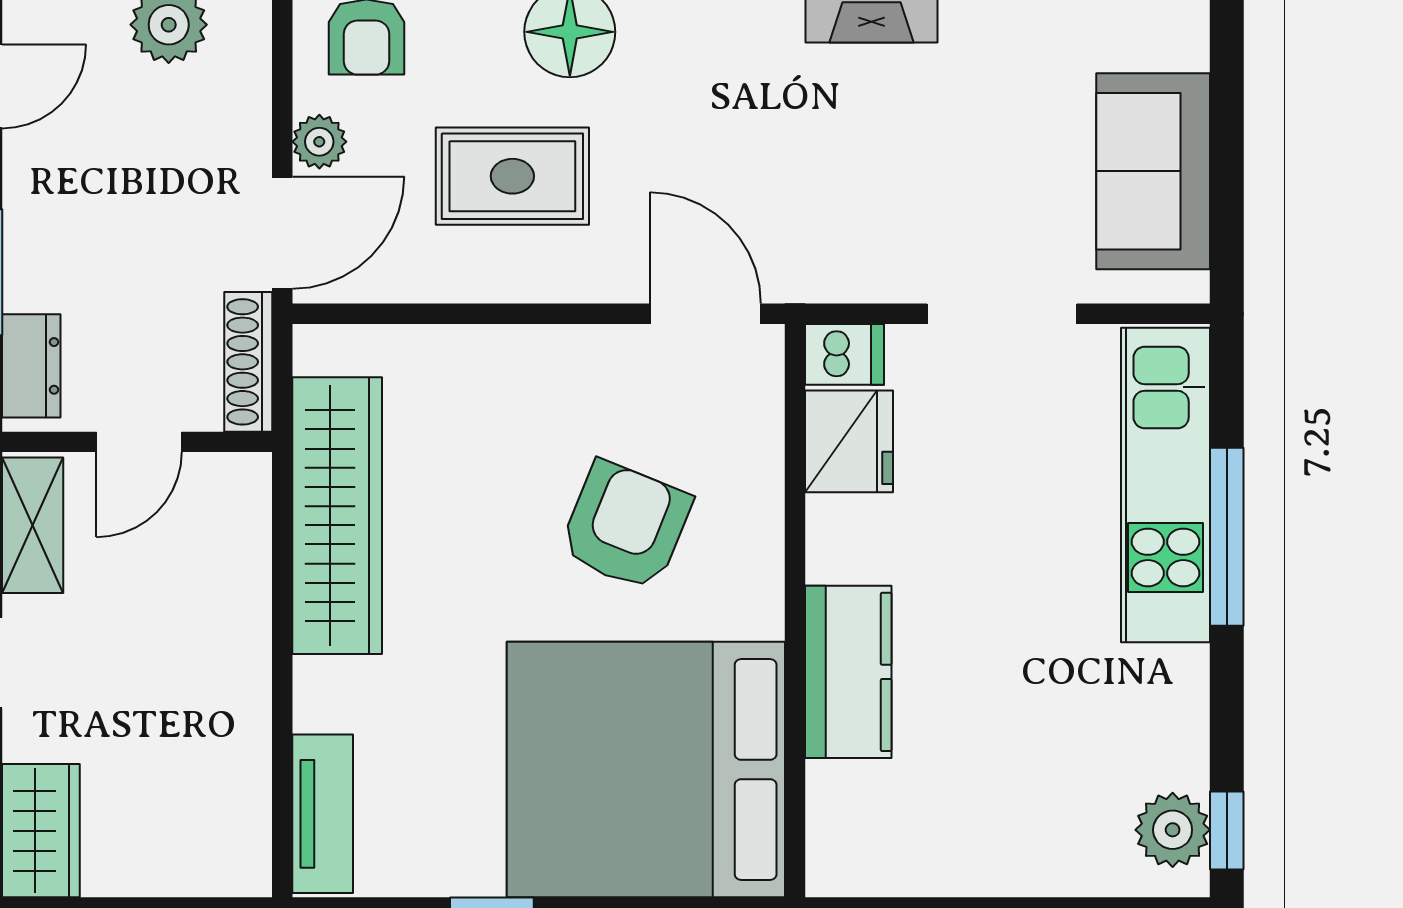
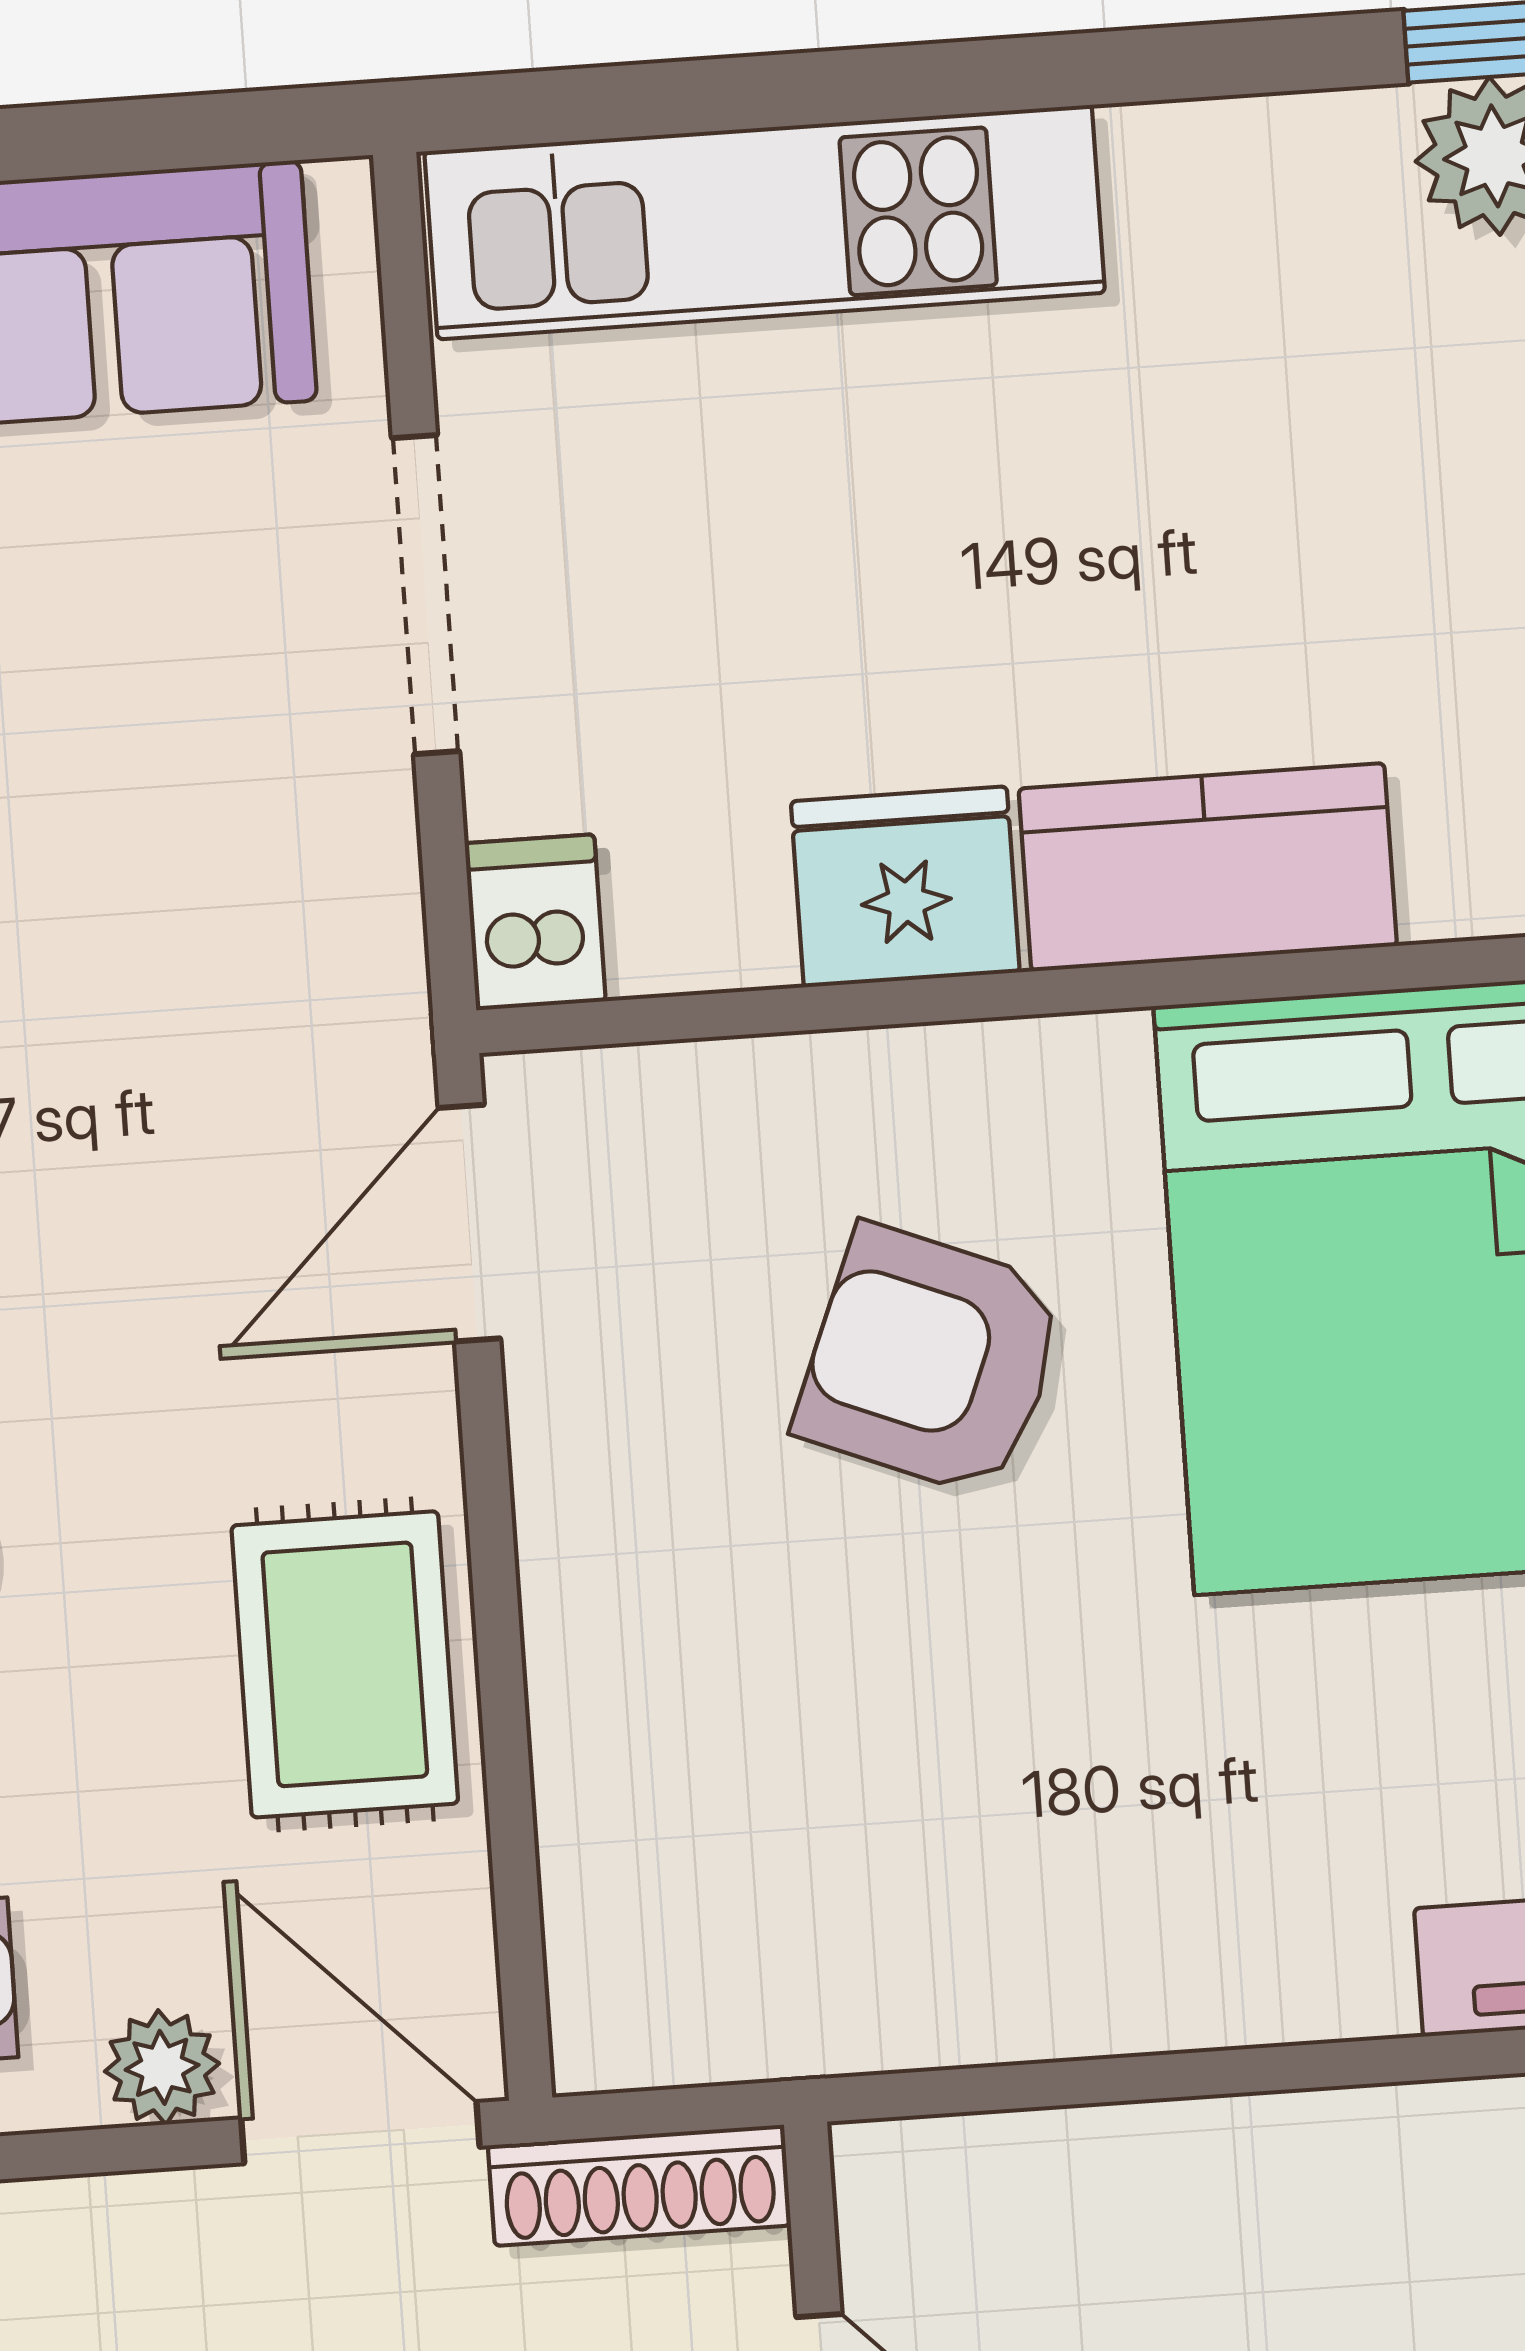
rug: (512, 176) -> (345, 1664), moved
fridge: (849, 441) -> (905, 887), moved
wardrobe: (337, 516) -> (952, 1974), removed
window: (1227, 537) -> (865, 85), removed

